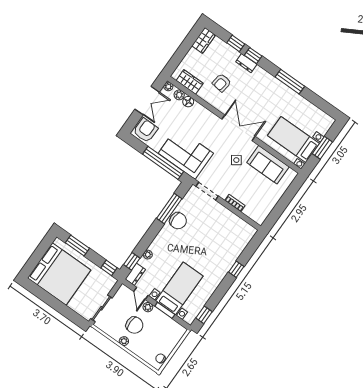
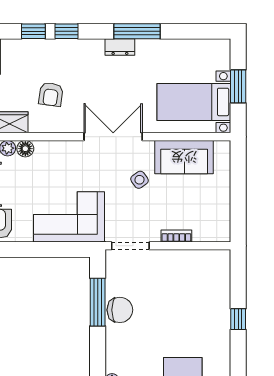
dresser: (246, 63) -> (120, 47), moved
window: (163, 163) -> (49, 249), removed

